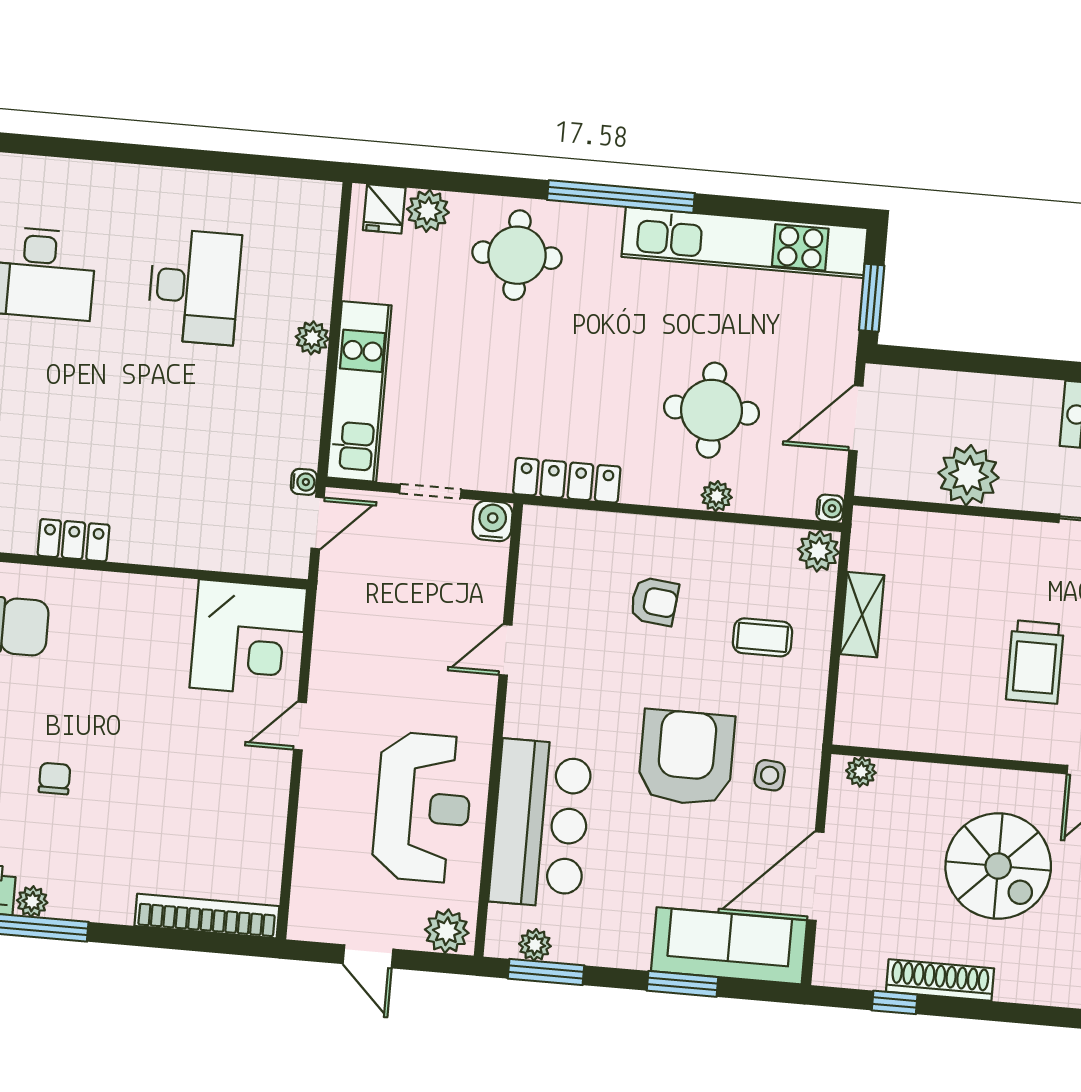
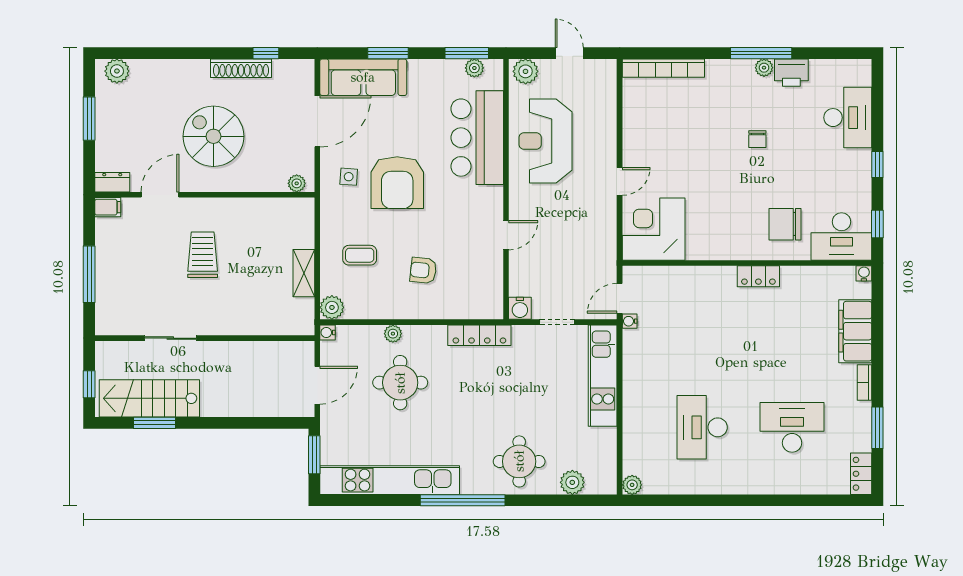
fridge: (384, 209) -> (597, 481), removed
plant: (312, 338) -> (632, 485), moved
plant: (968, 475) -> (250, 358), removed

